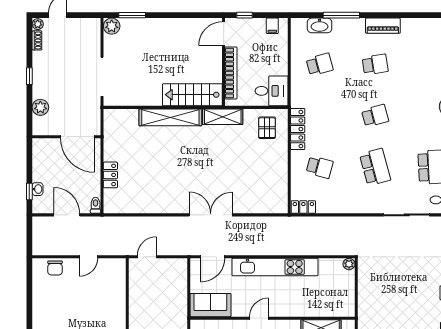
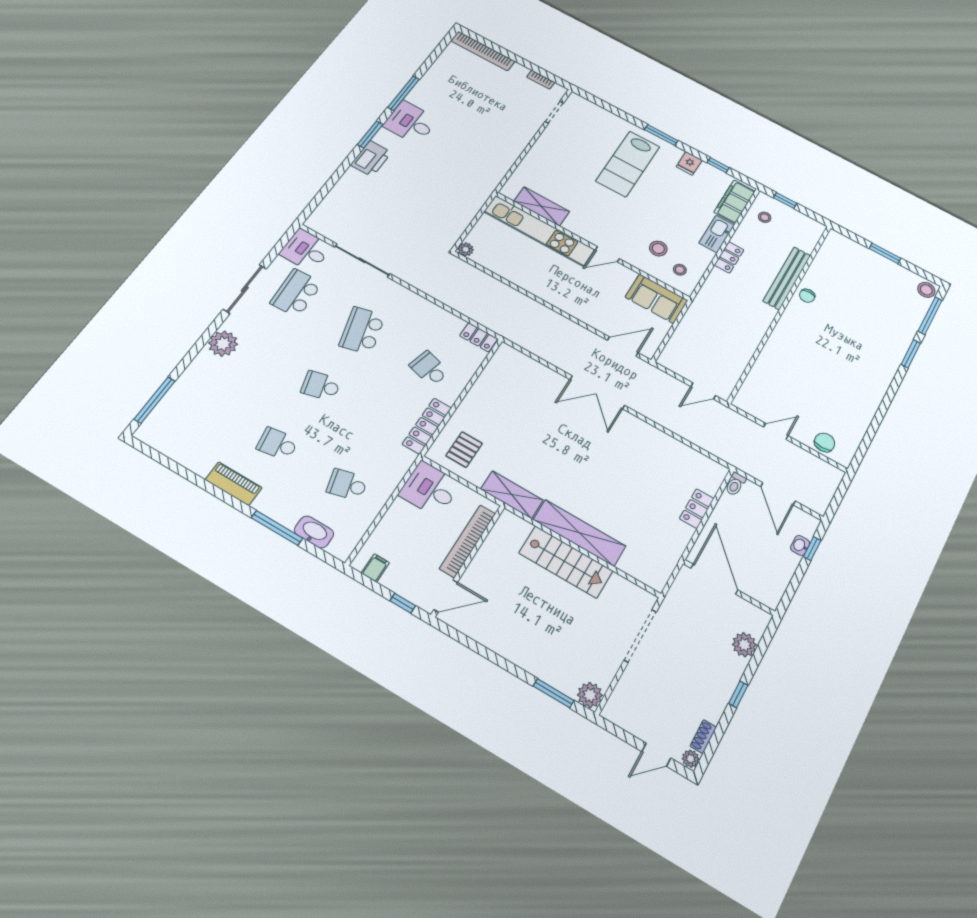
stairs: (192, 95) -> (566, 562), moved
kitchen unit: (275, 267) -> (539, 231), moved, turned 180

